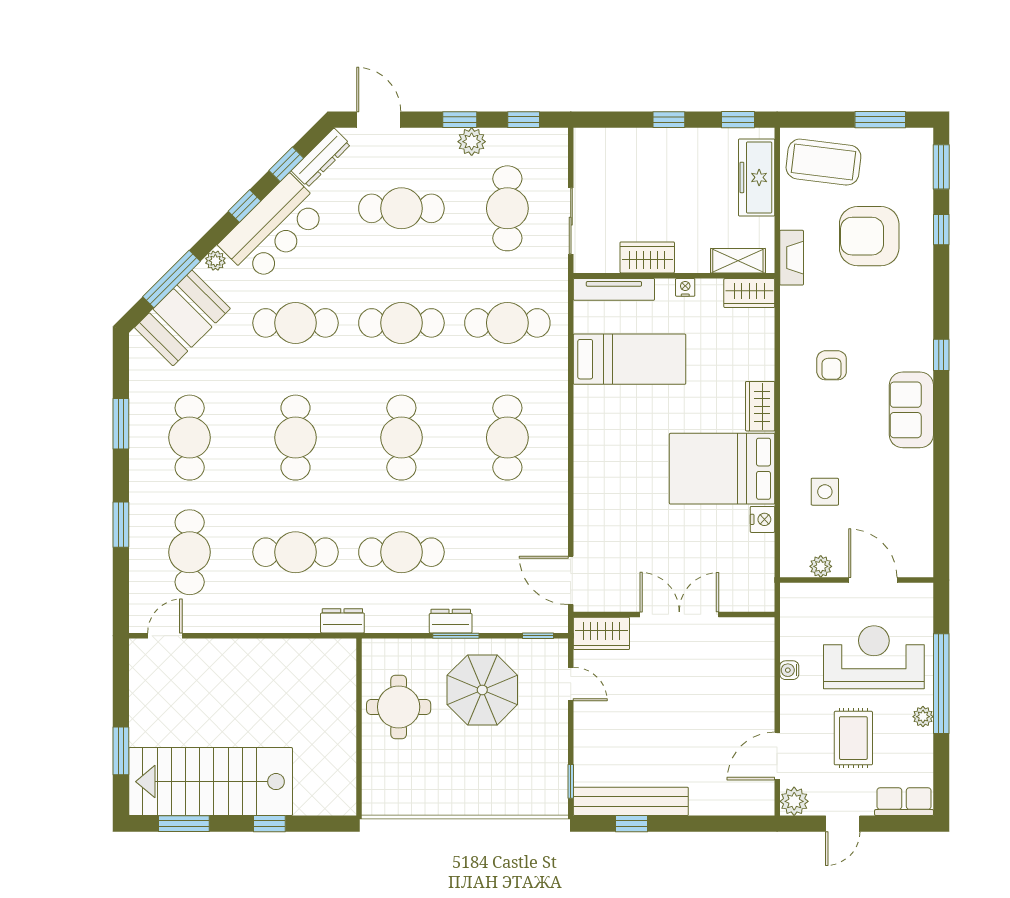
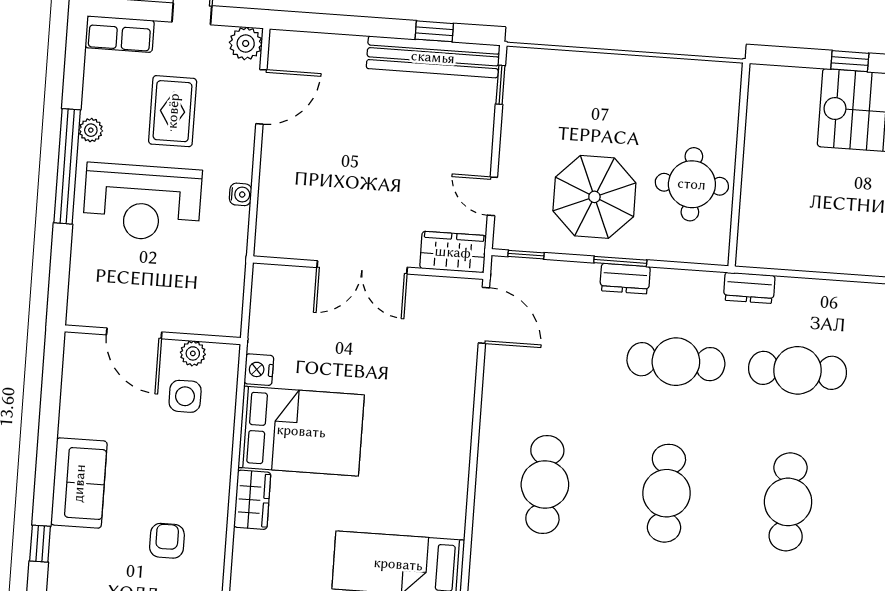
plant: (821, 566) -> (193, 353), moved
wall: (857, 580) -> (153, 335), moved
door: (873, 580) -> (134, 333), moved

